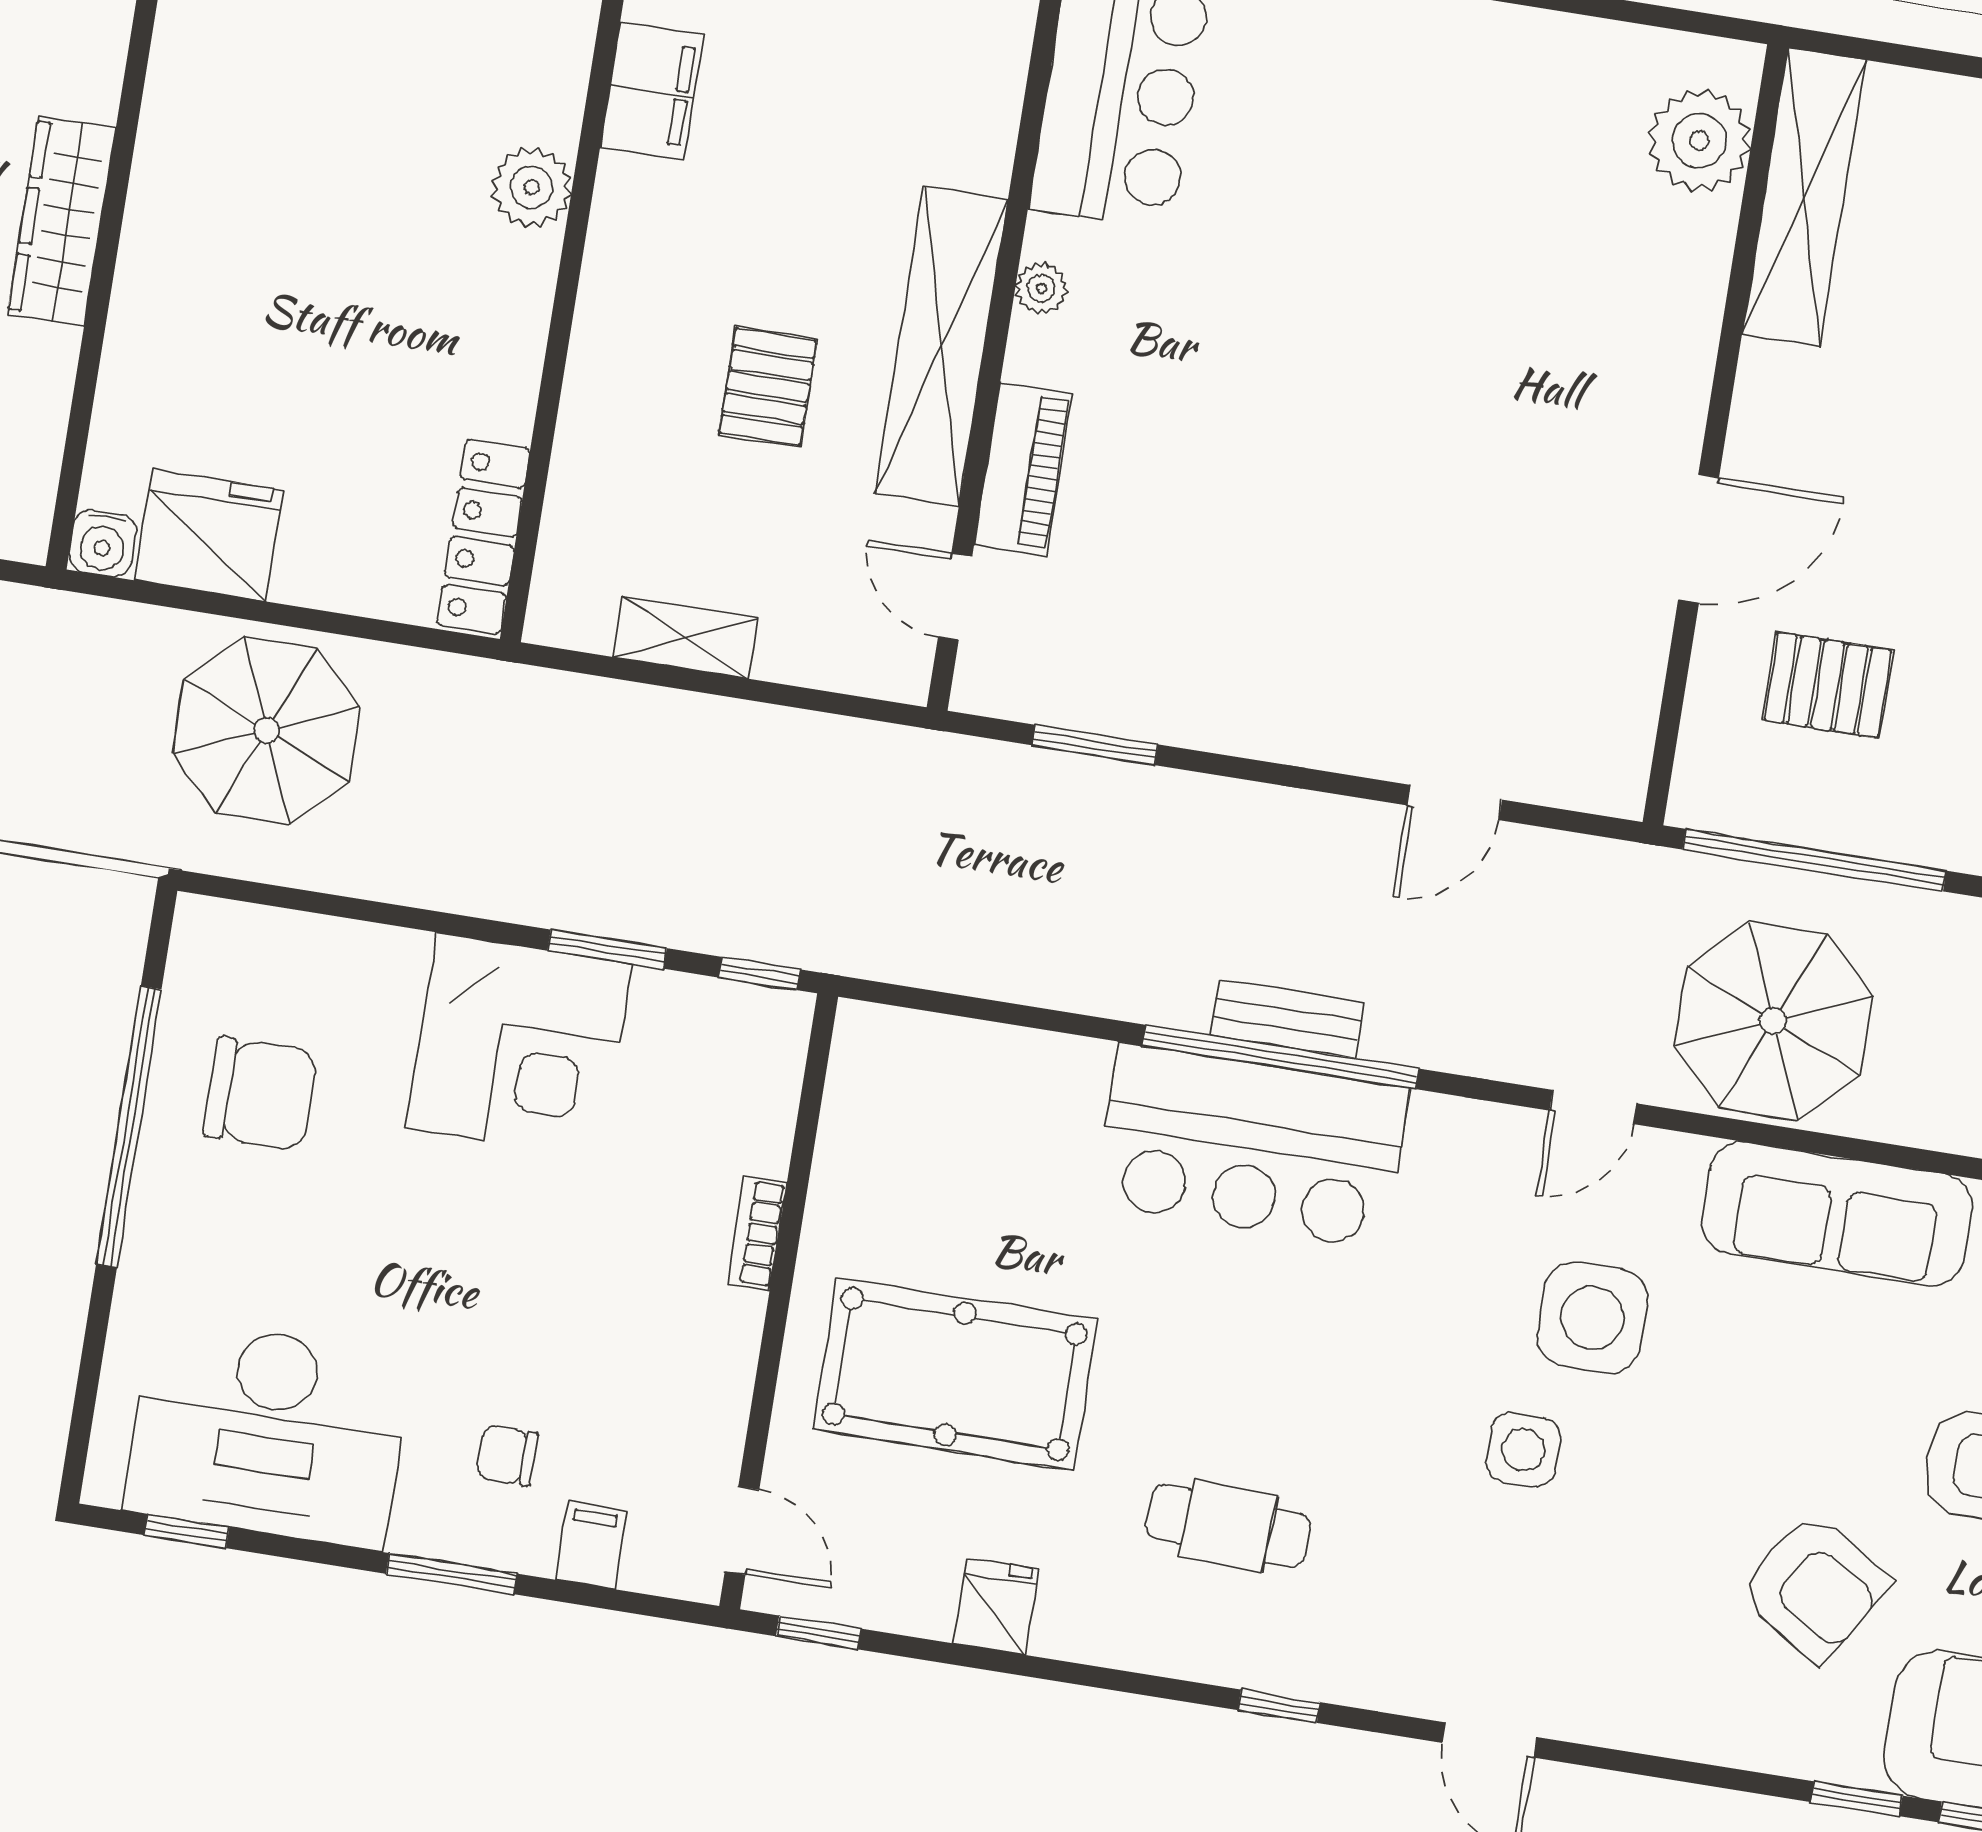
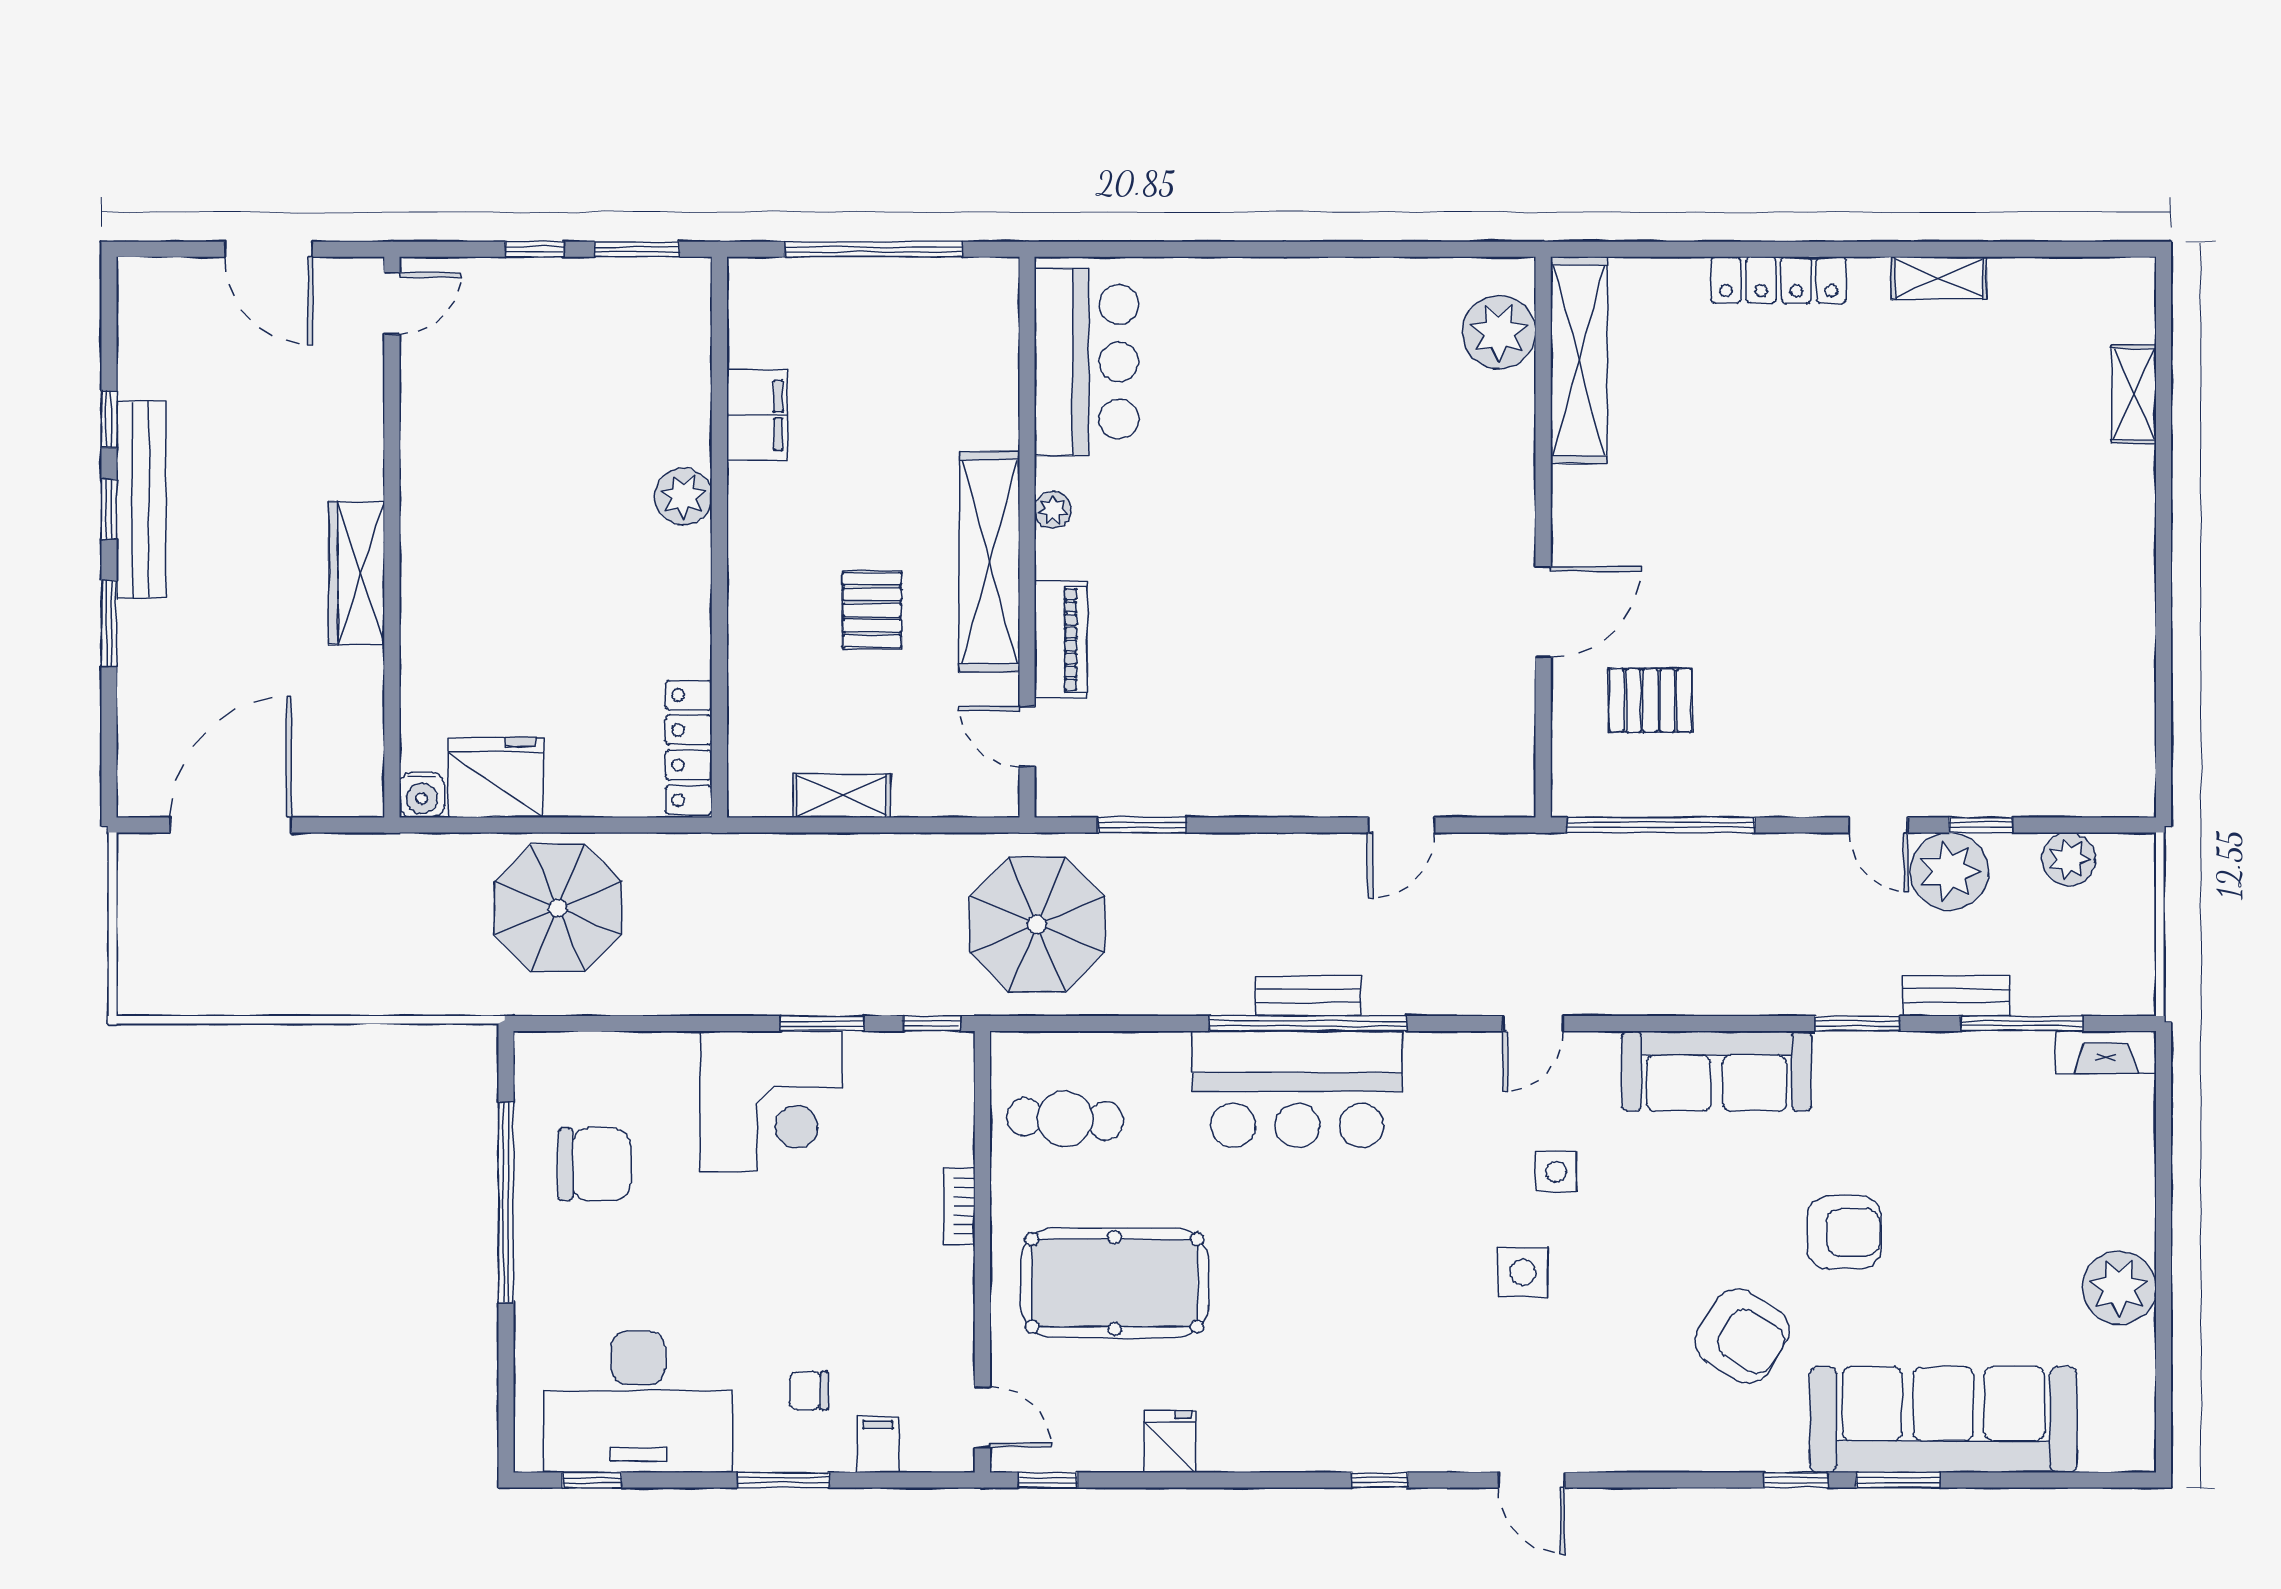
parasol: (1773, 1021) -> (1037, 924), moved
side table: (1592, 1318) -> (1556, 1172), width x0.54, depth x0.54
cafe table: (1228, 1526) -> (1065, 1119), moved

